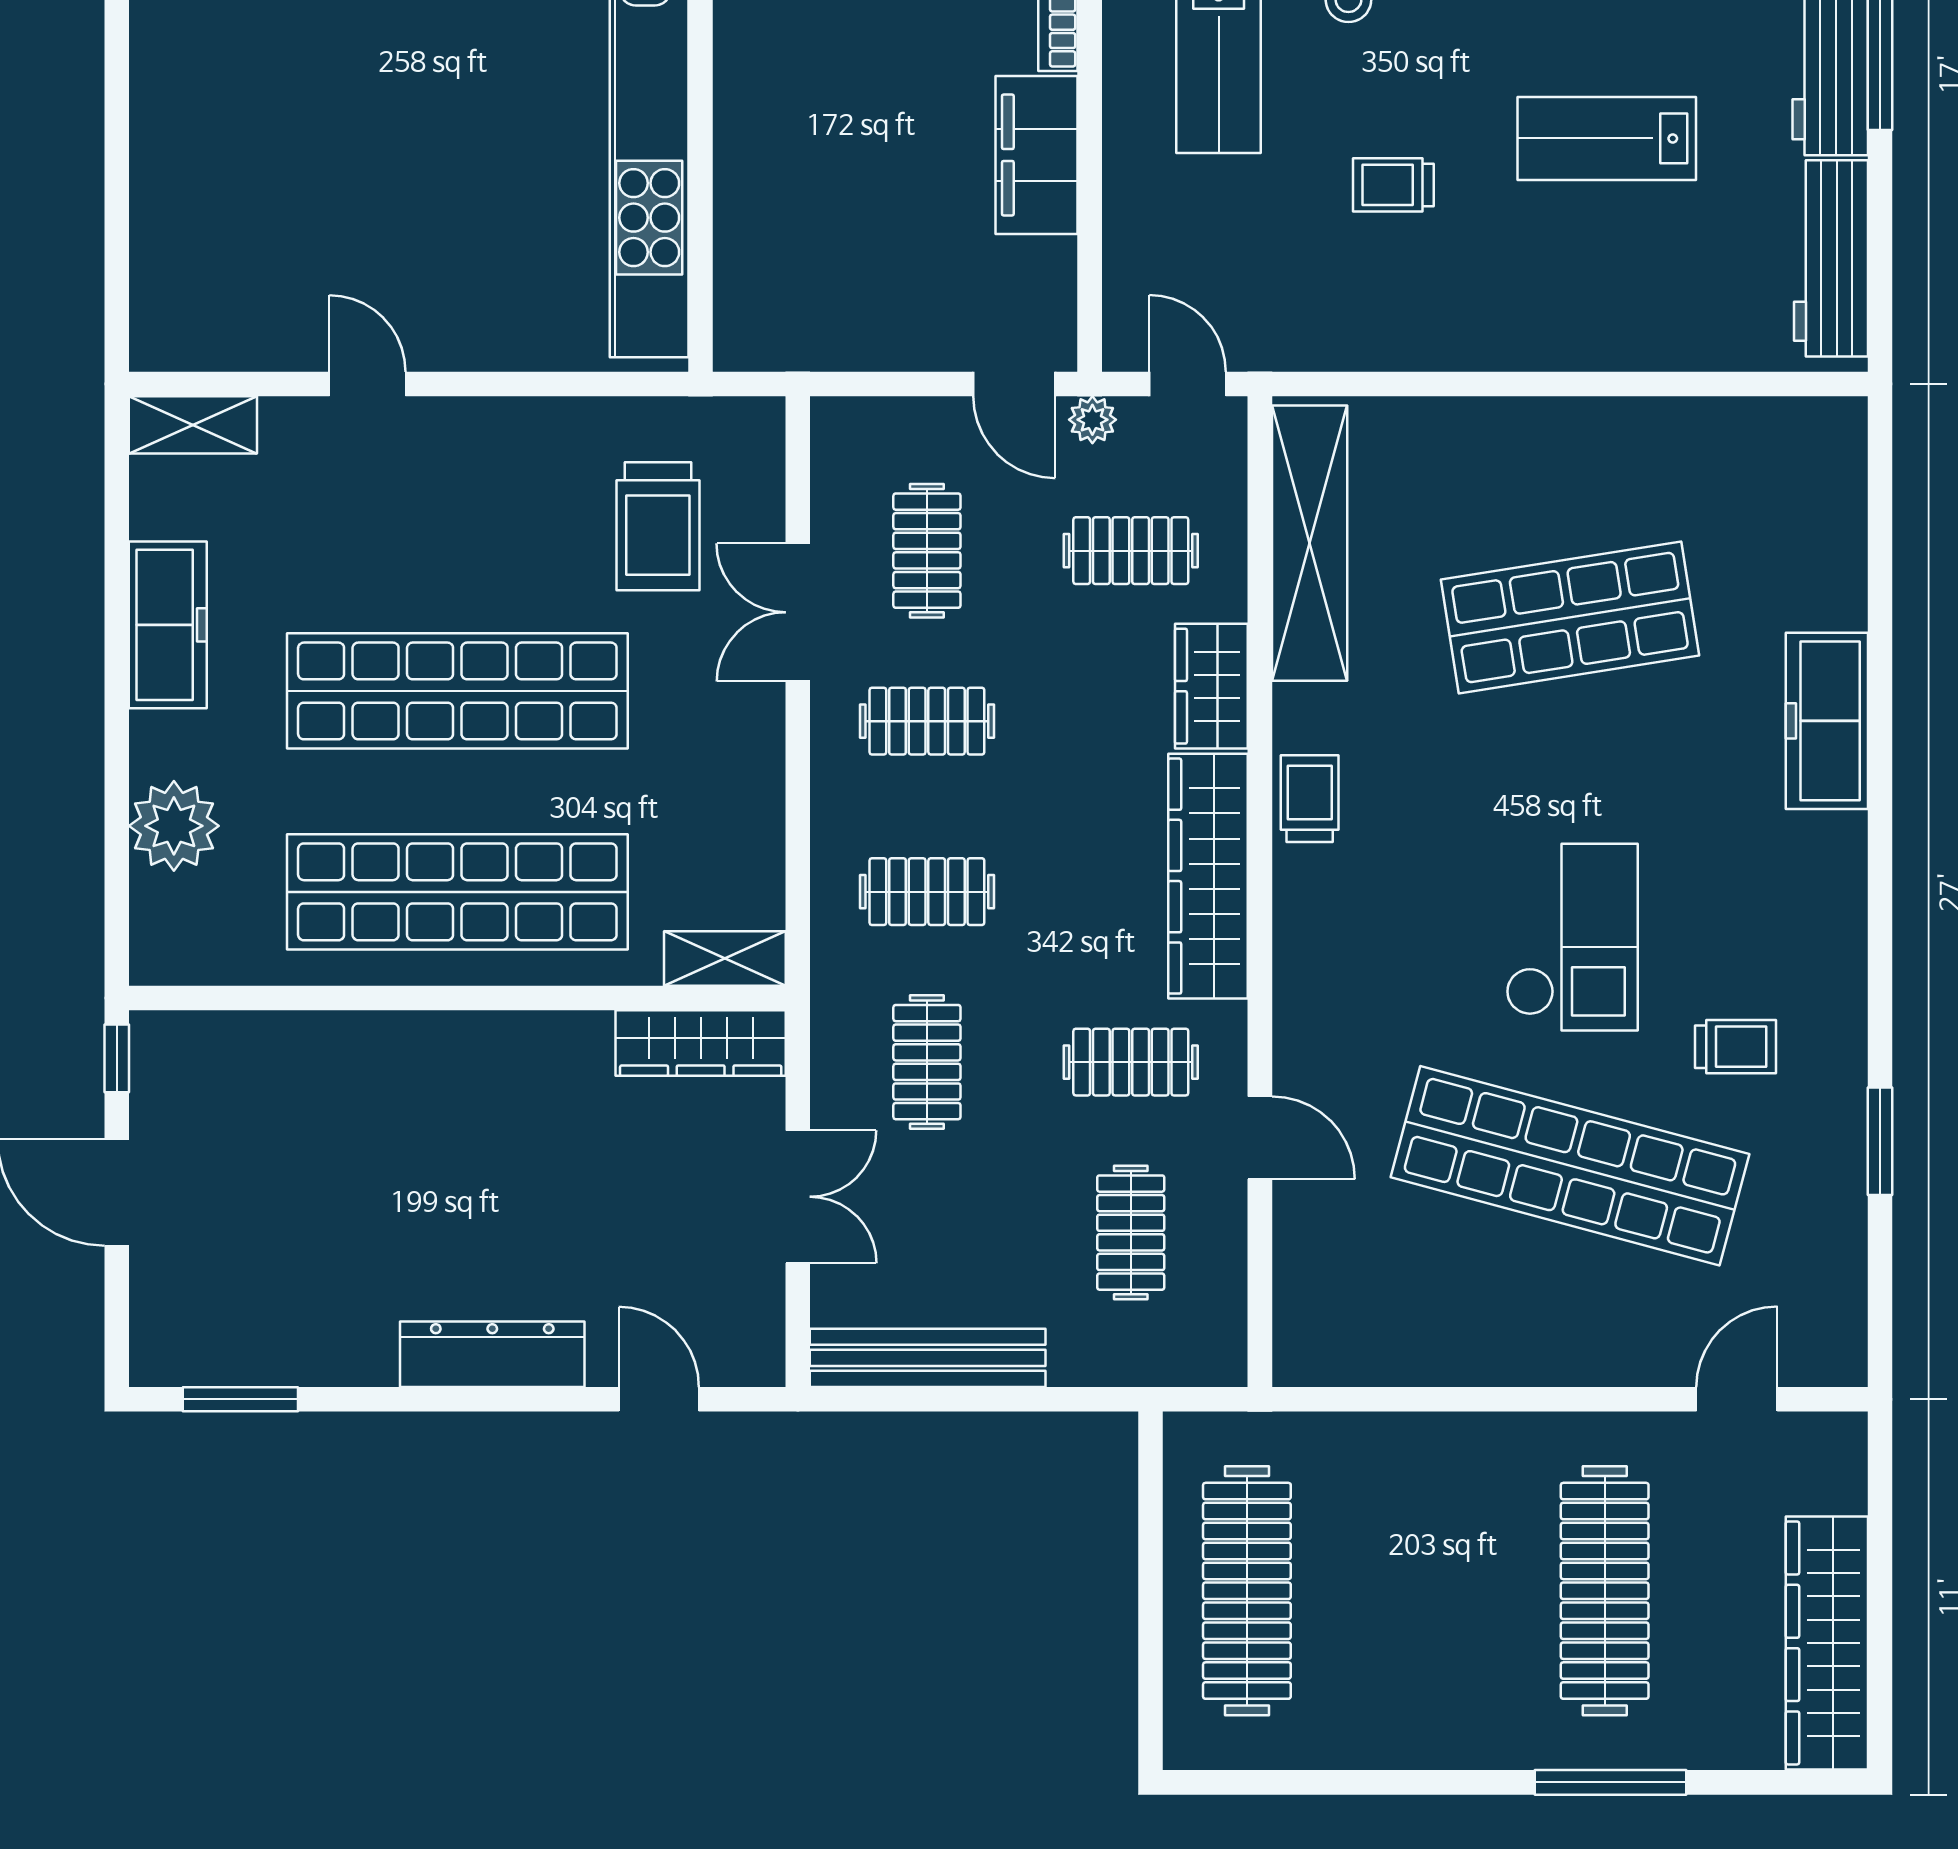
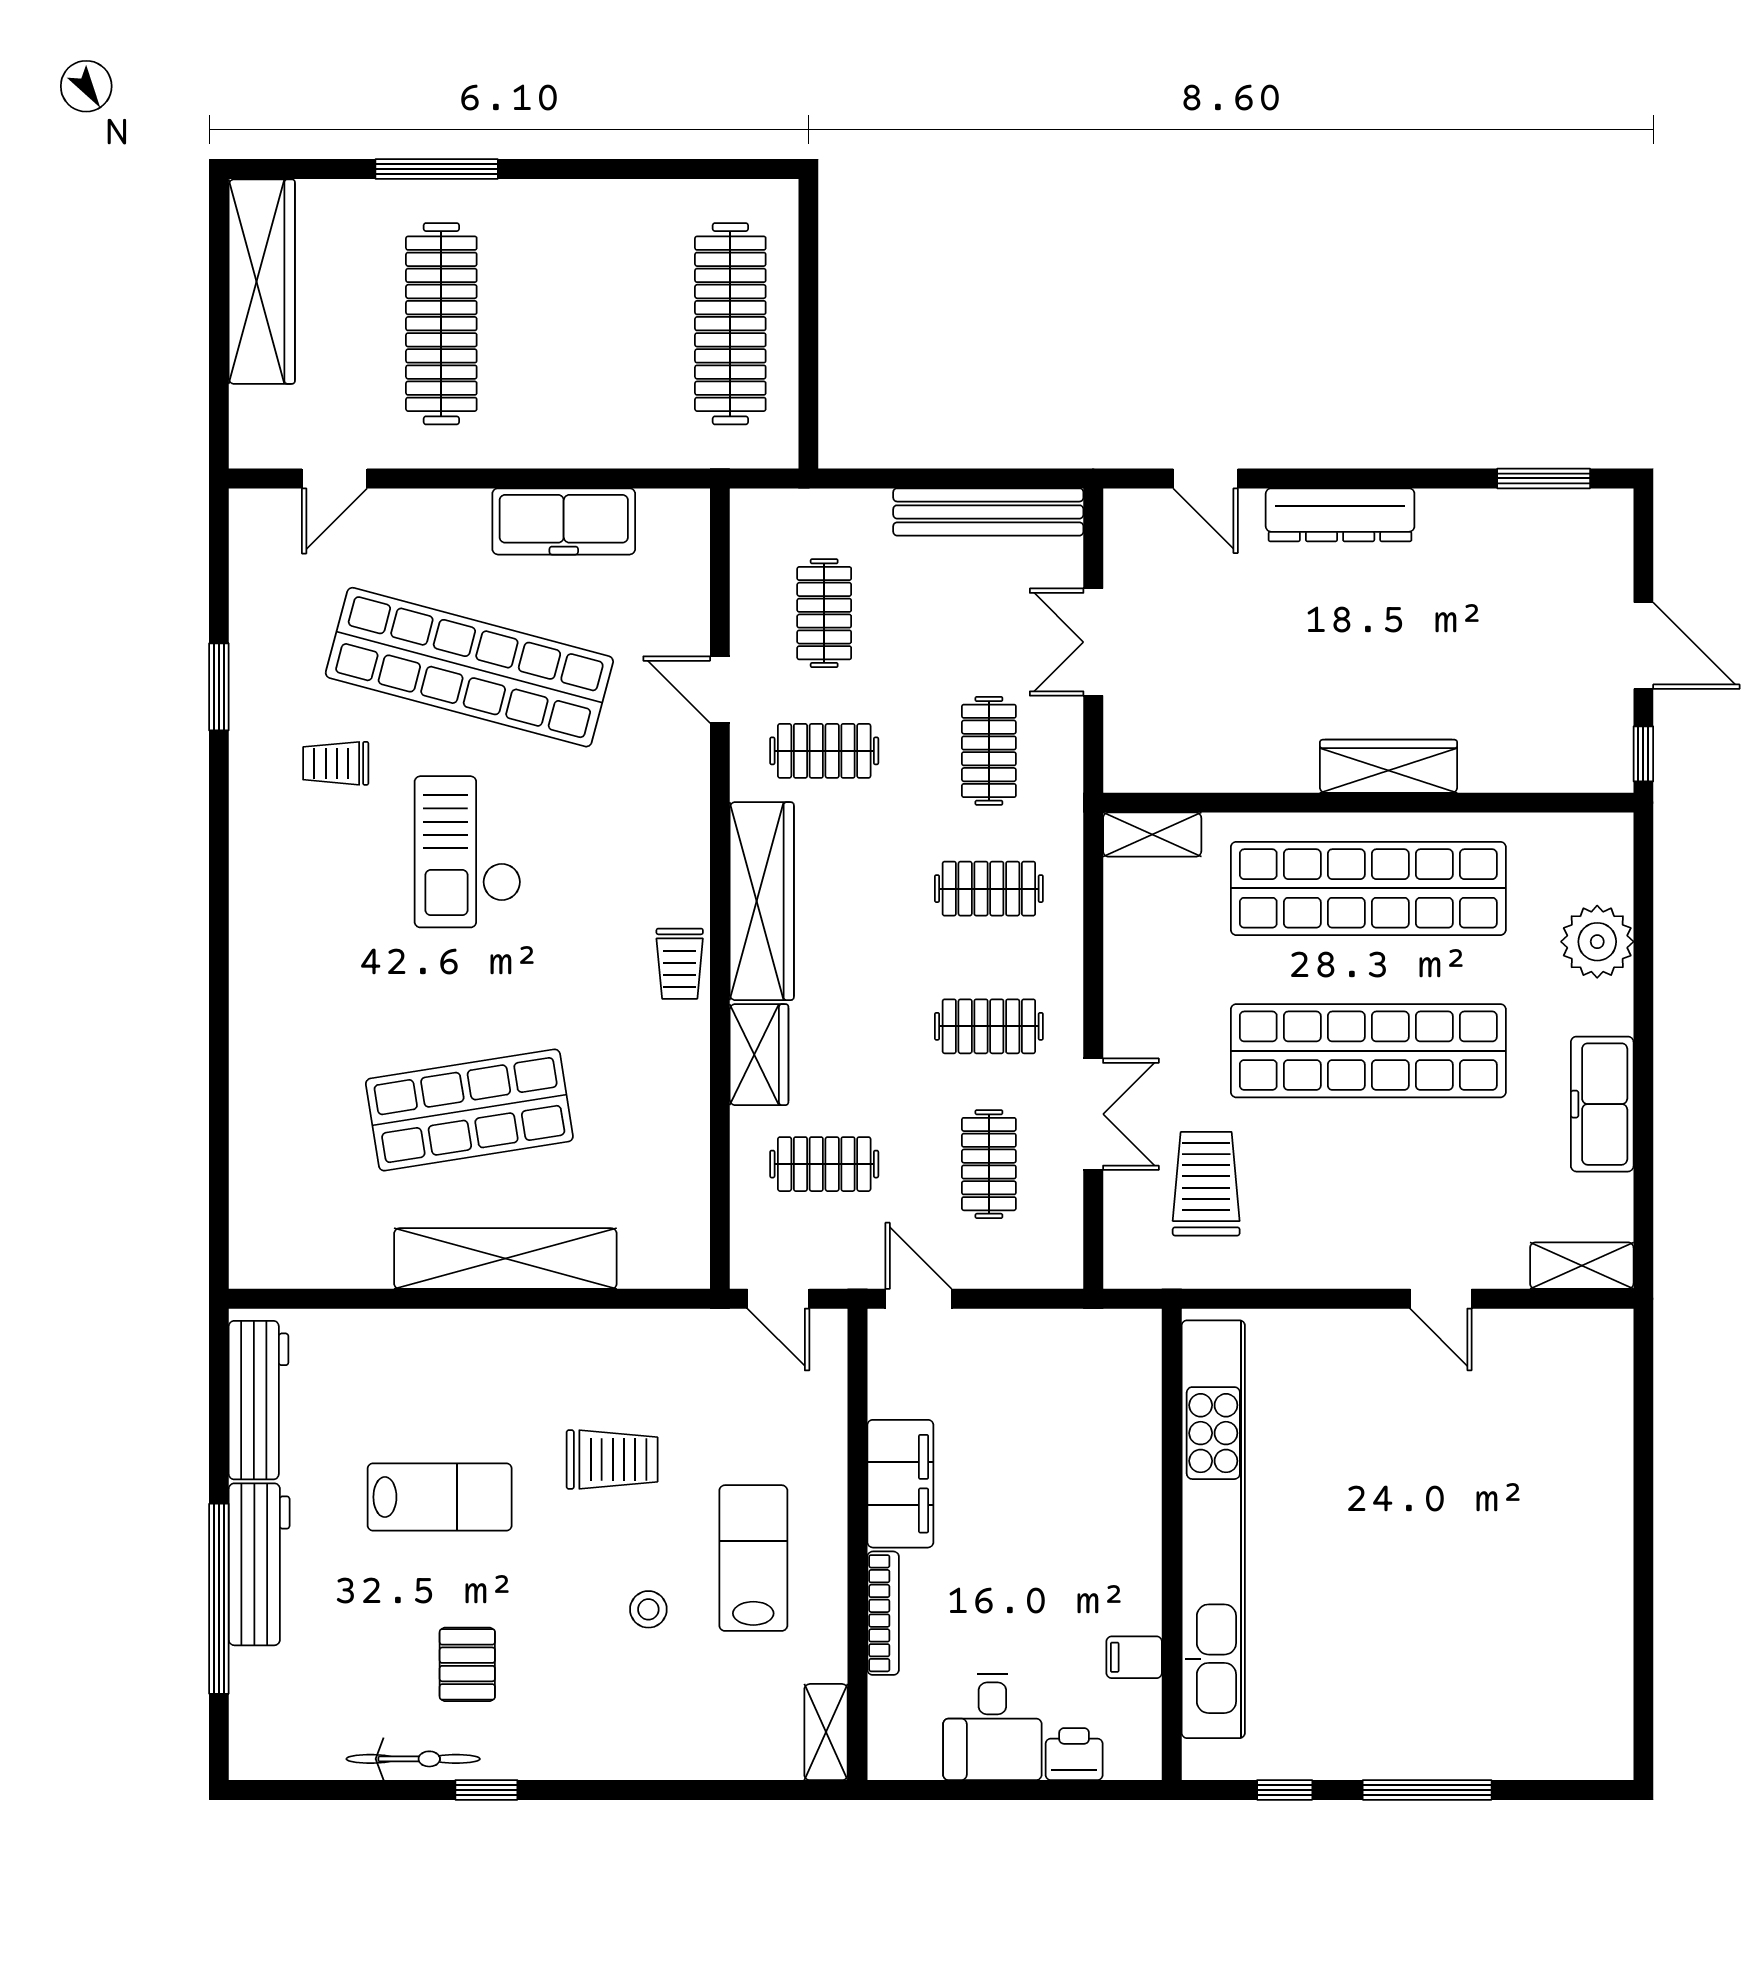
trolley: (1393, 185) -> (612, 1460), width x1.36, depth x1.39
plant: (1092, 420) -> (855, 1270), removed
shelving: (1310, 543) -> (505, 1259), moved, turned 90
freezer: (1827, 721) -> (564, 521), moved, turned 90
wardrobe: (701, 1043) -> (1389, 766), moved

